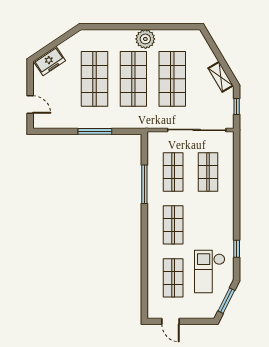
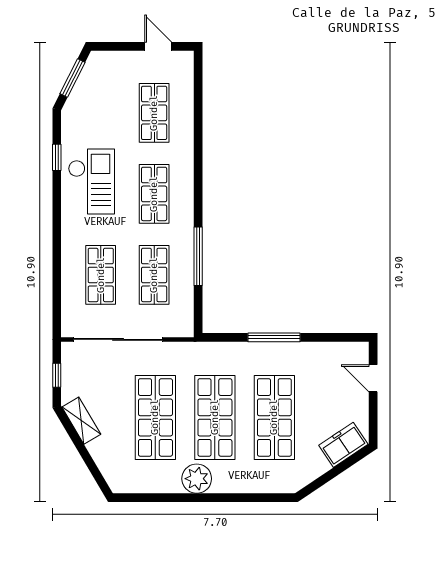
checkout: (210, 272) -> (91, 182), moved

